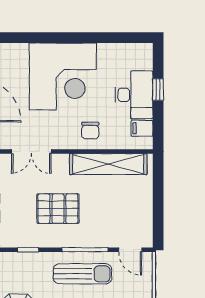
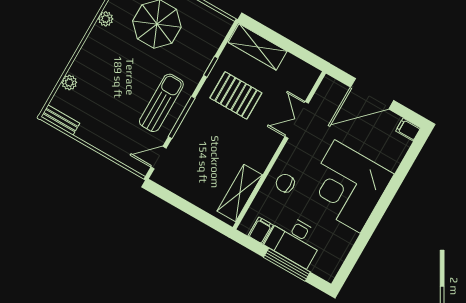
window: (158, 89) -> (287, 265), width x2.17
shelving: (108, 164) -> (240, 193), width x0.68
pallet: (58, 209) -> (236, 95), moved, turned 90
sun lounger: (83, 274) -> (161, 103), turned 180

